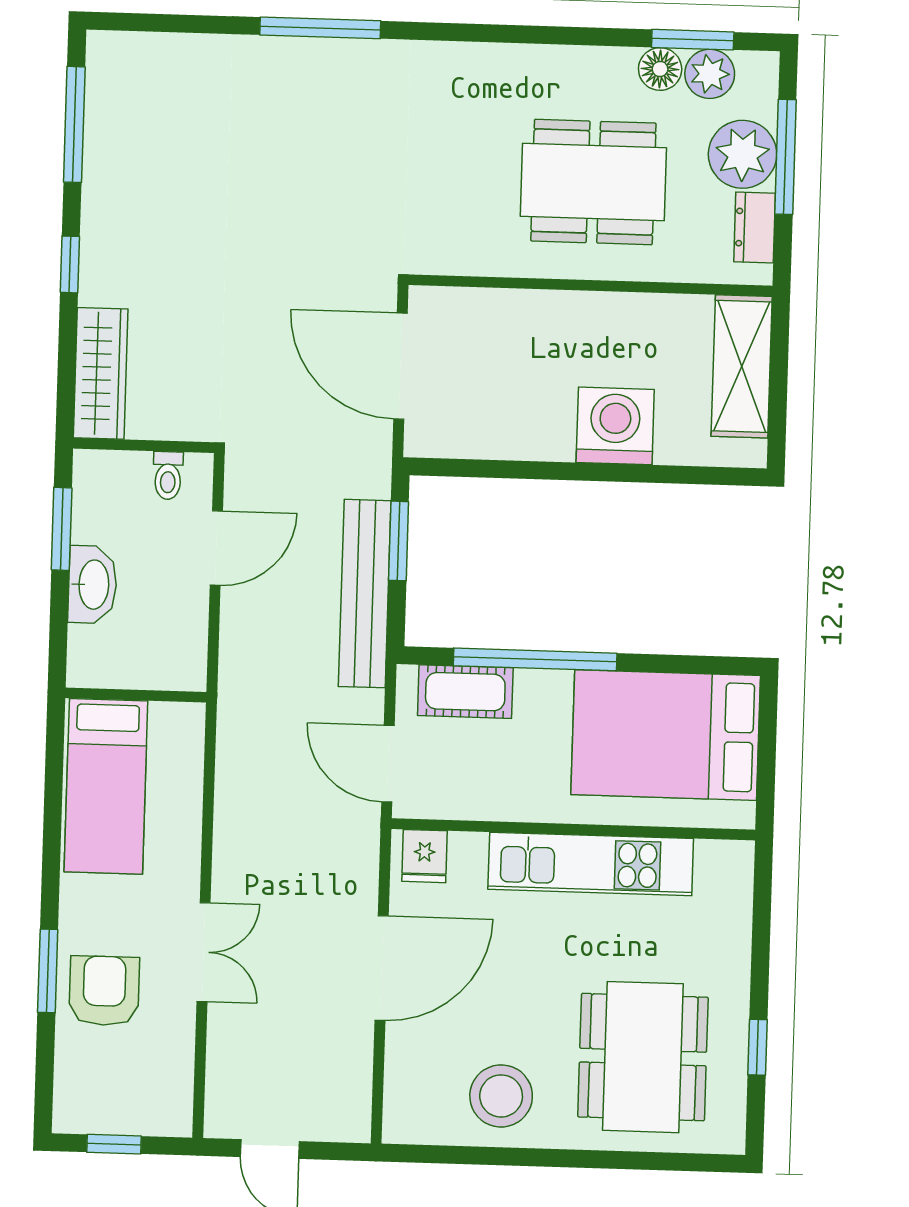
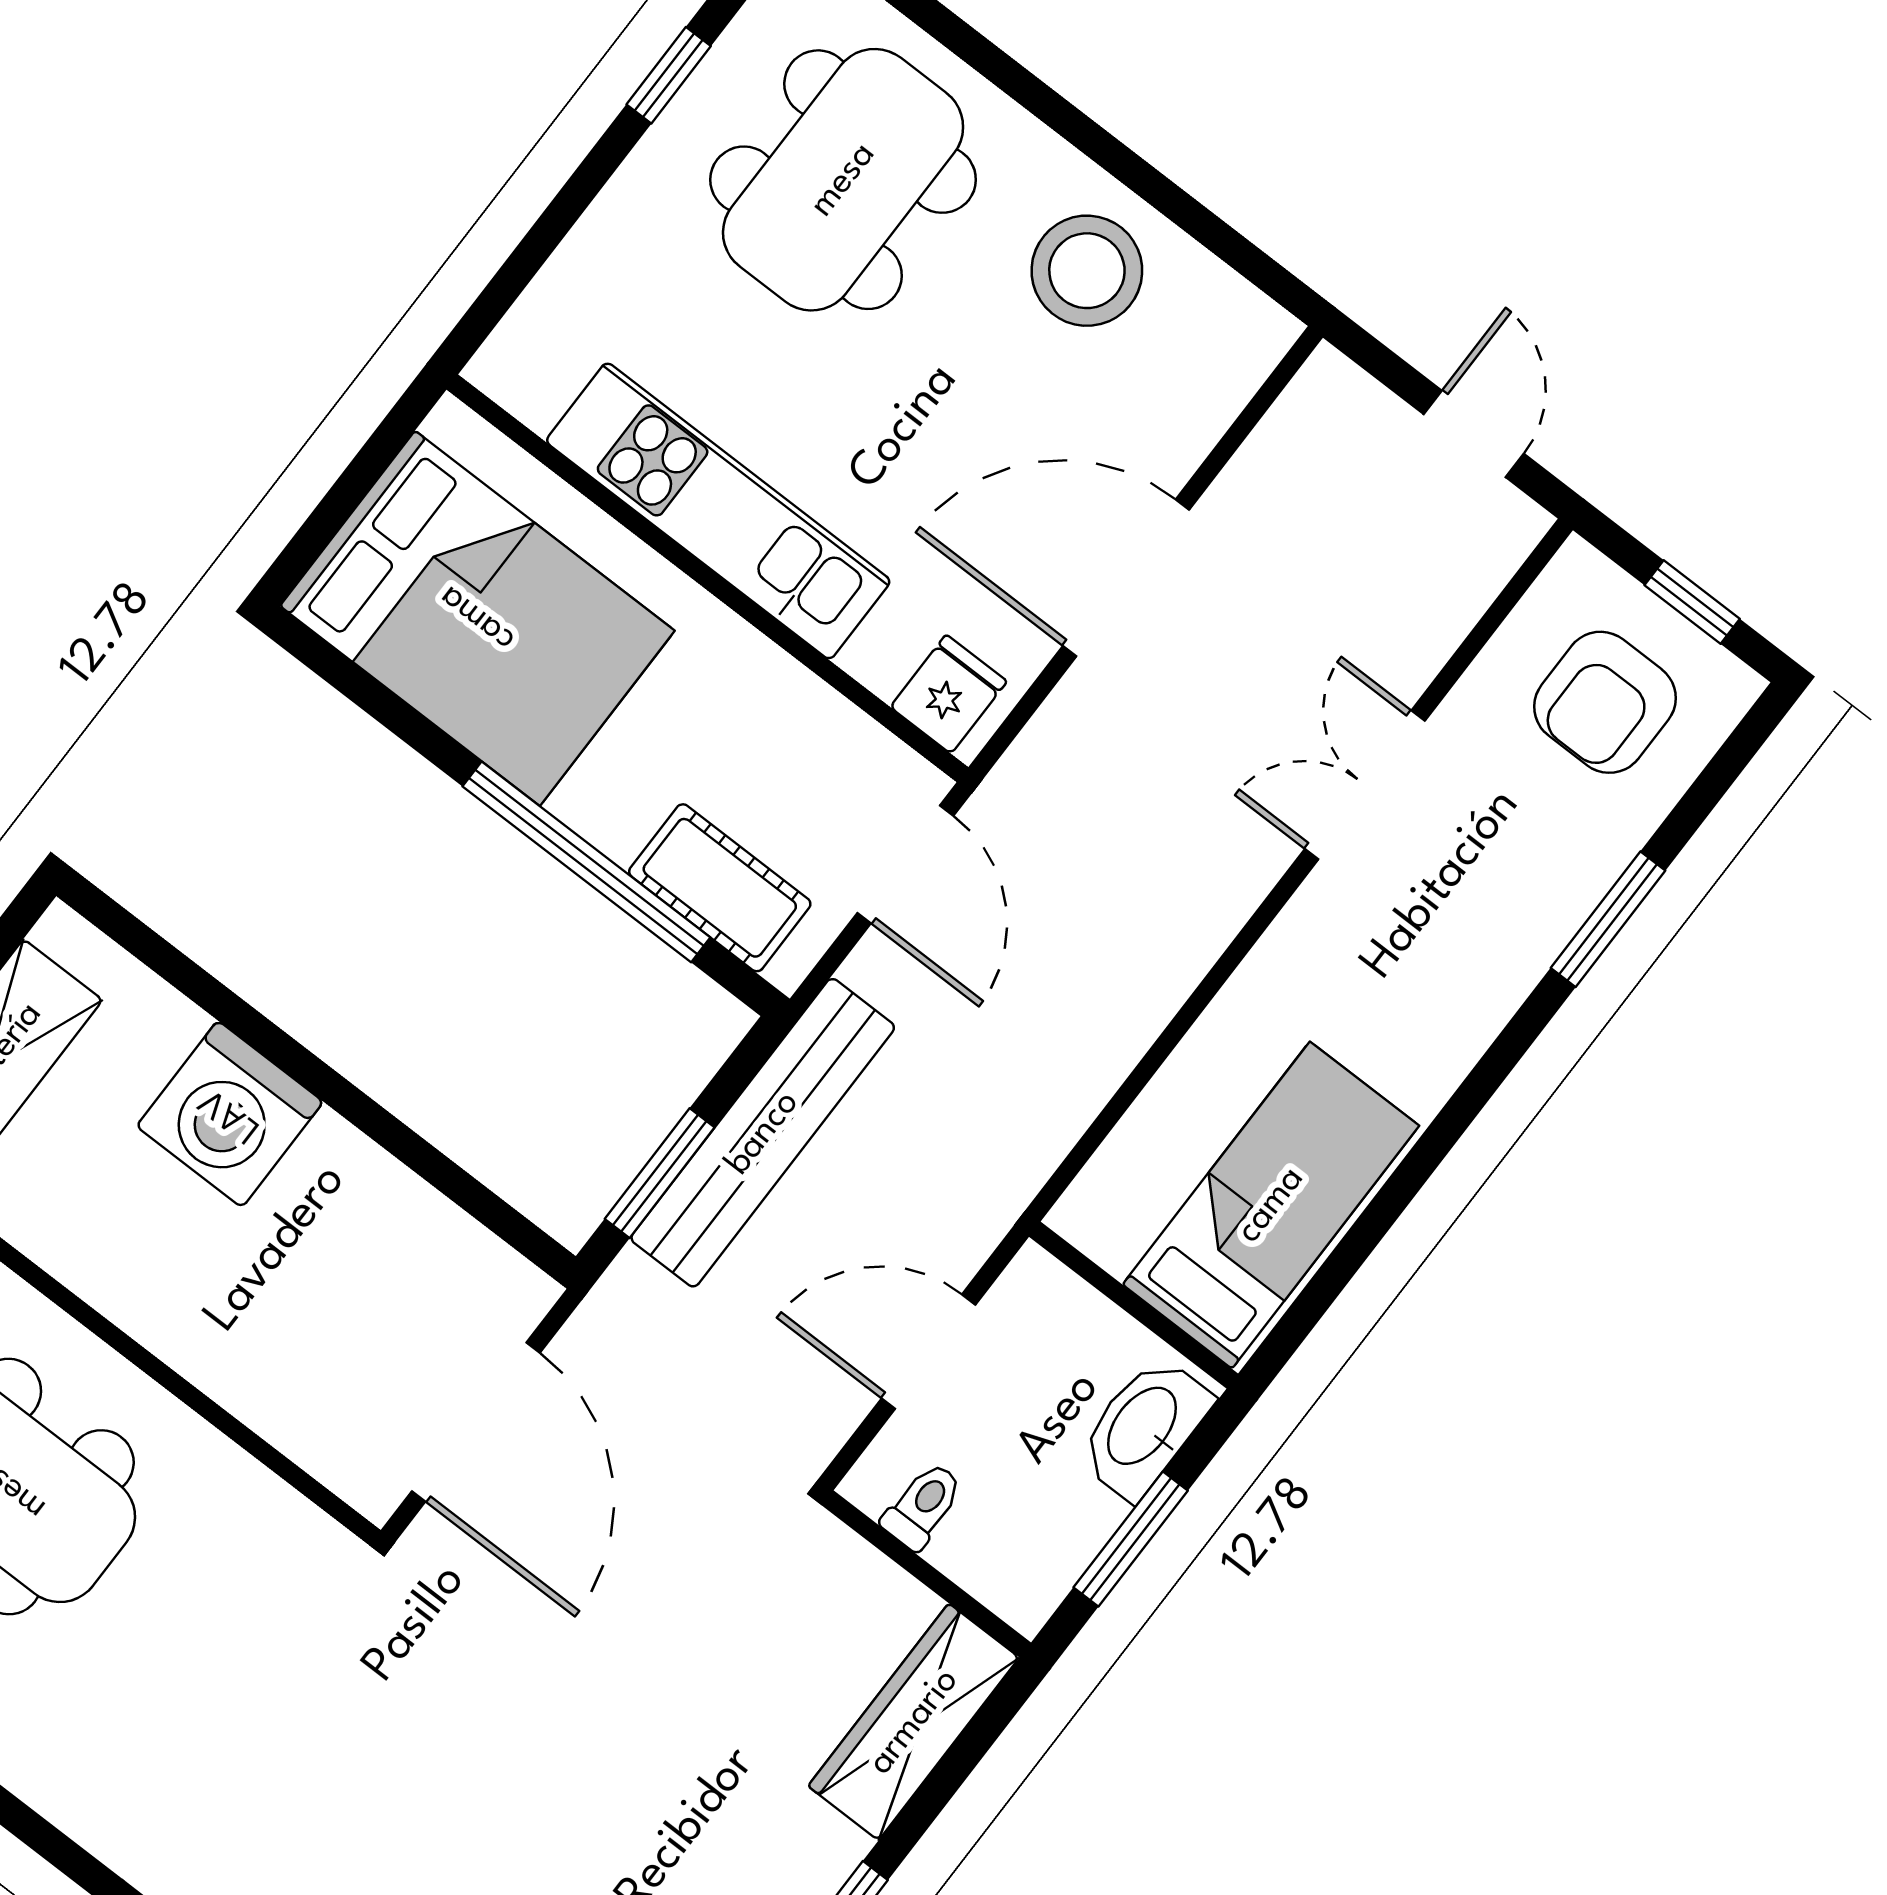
wall: (136, 695) -> (1134, 1305), moved
bed: (106, 786) -> (1271, 1205), moved
armchair: (104, 991) -> (1605, 702), moved

